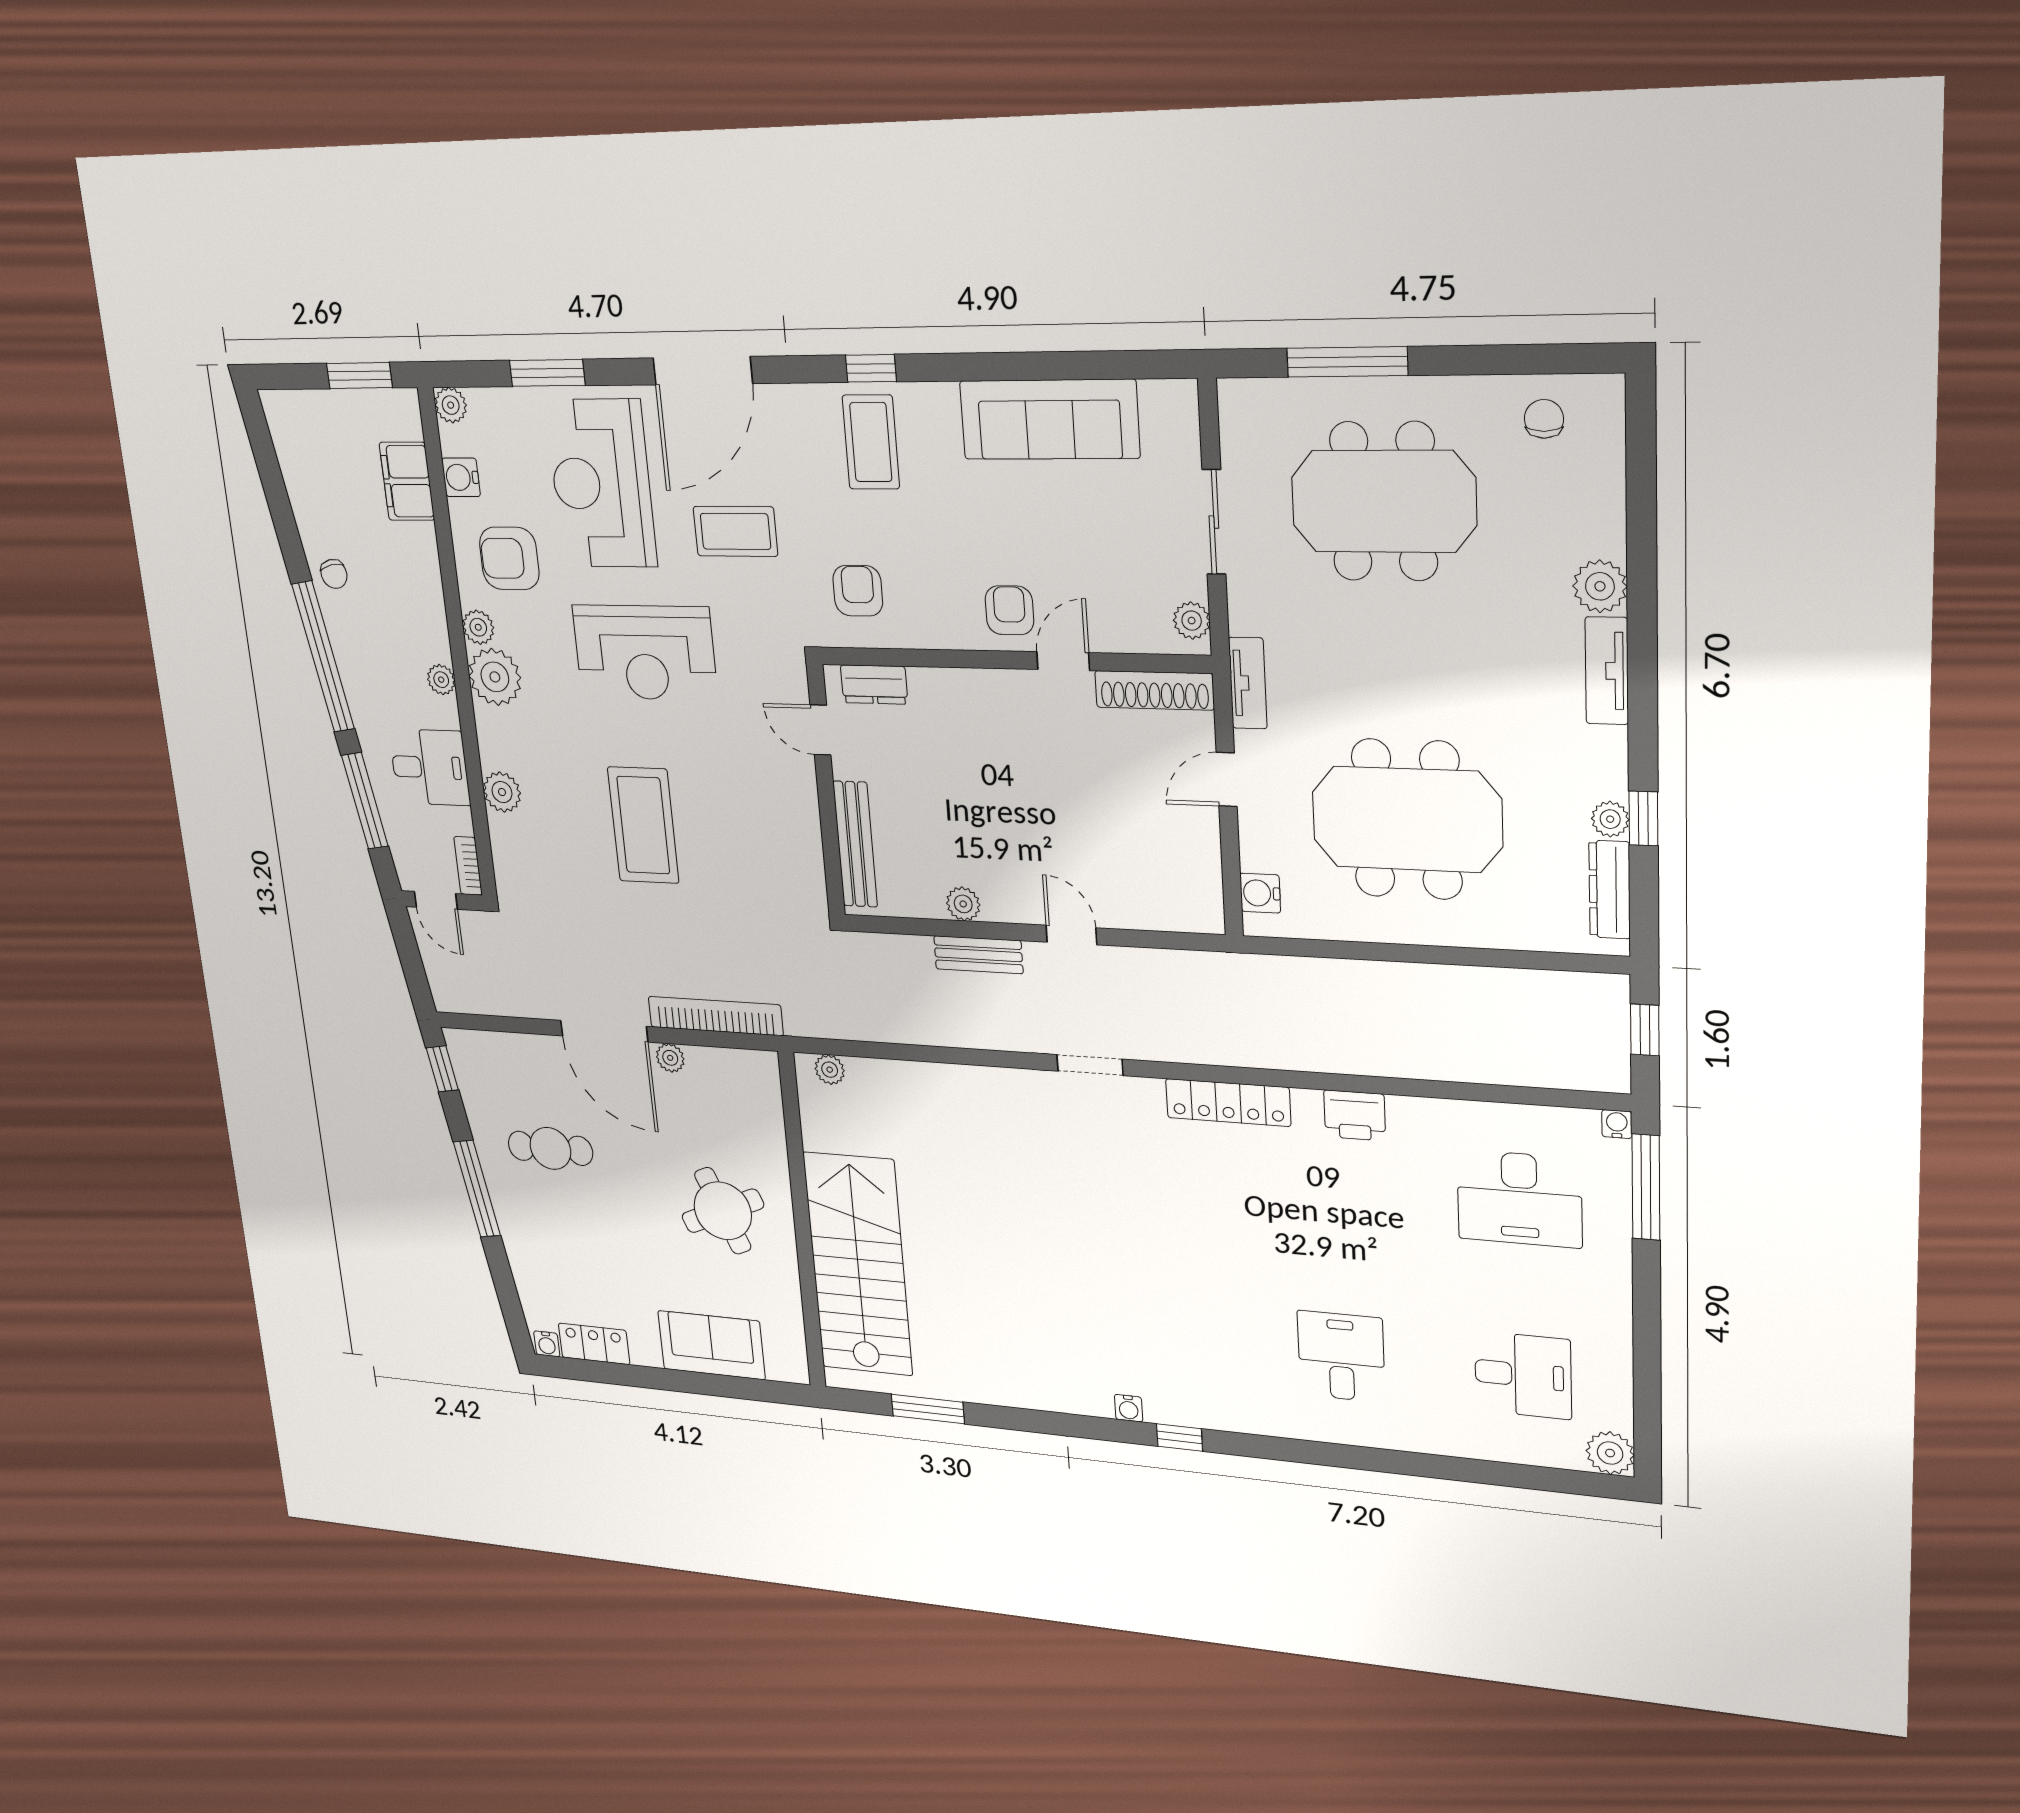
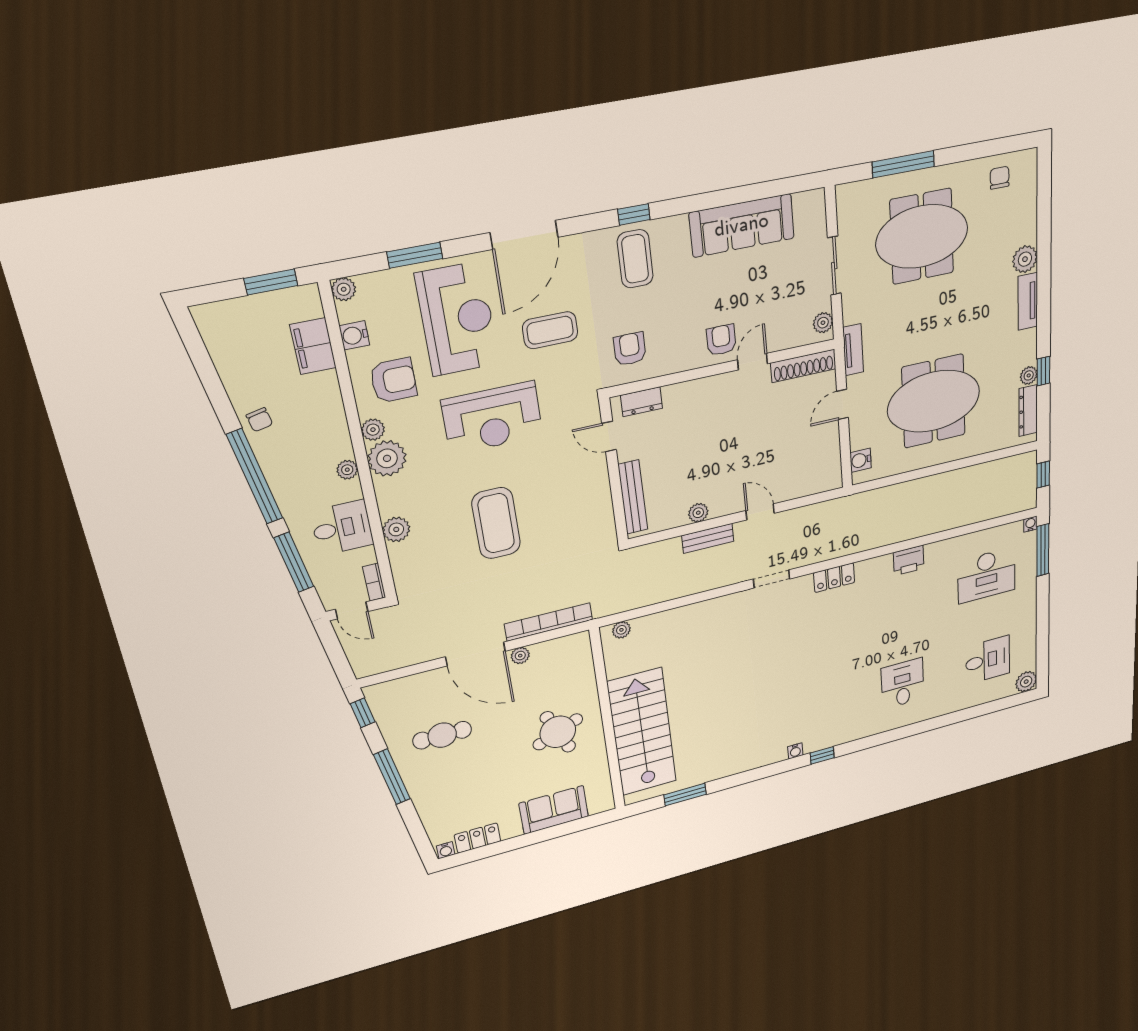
reception desk: (601, 483) -> (457, 319), turned 180
armchair: (509, 558) -> (393, 380), turned 180
locker: (1228, 1103) -> (834, 578), width x0.66

